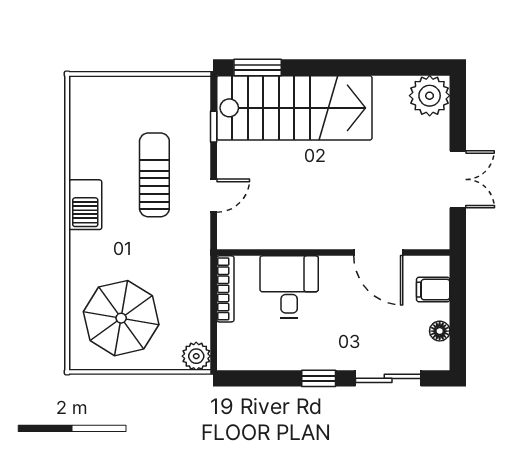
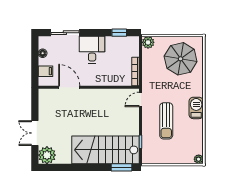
plant: (80, 86) -> (199, 159), added
double door: (458, 179) -> (35, 133), moved
door: (214, 196) -> (141, 99), moved
desk: (289, 287) -> (92, 50), moved, turned 180
window: (319, 378) -> (119, 33), moved

